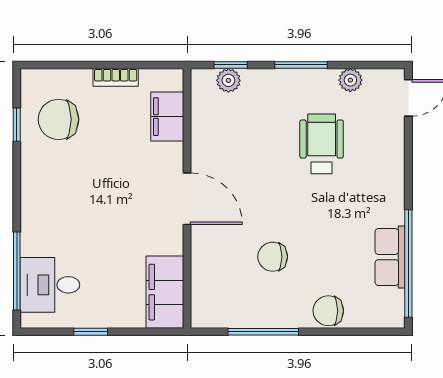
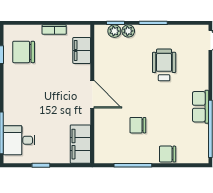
plant: (350, 80) -> (128, 31), moved
row of seats: (390, 257) -> (201, 107), moved

